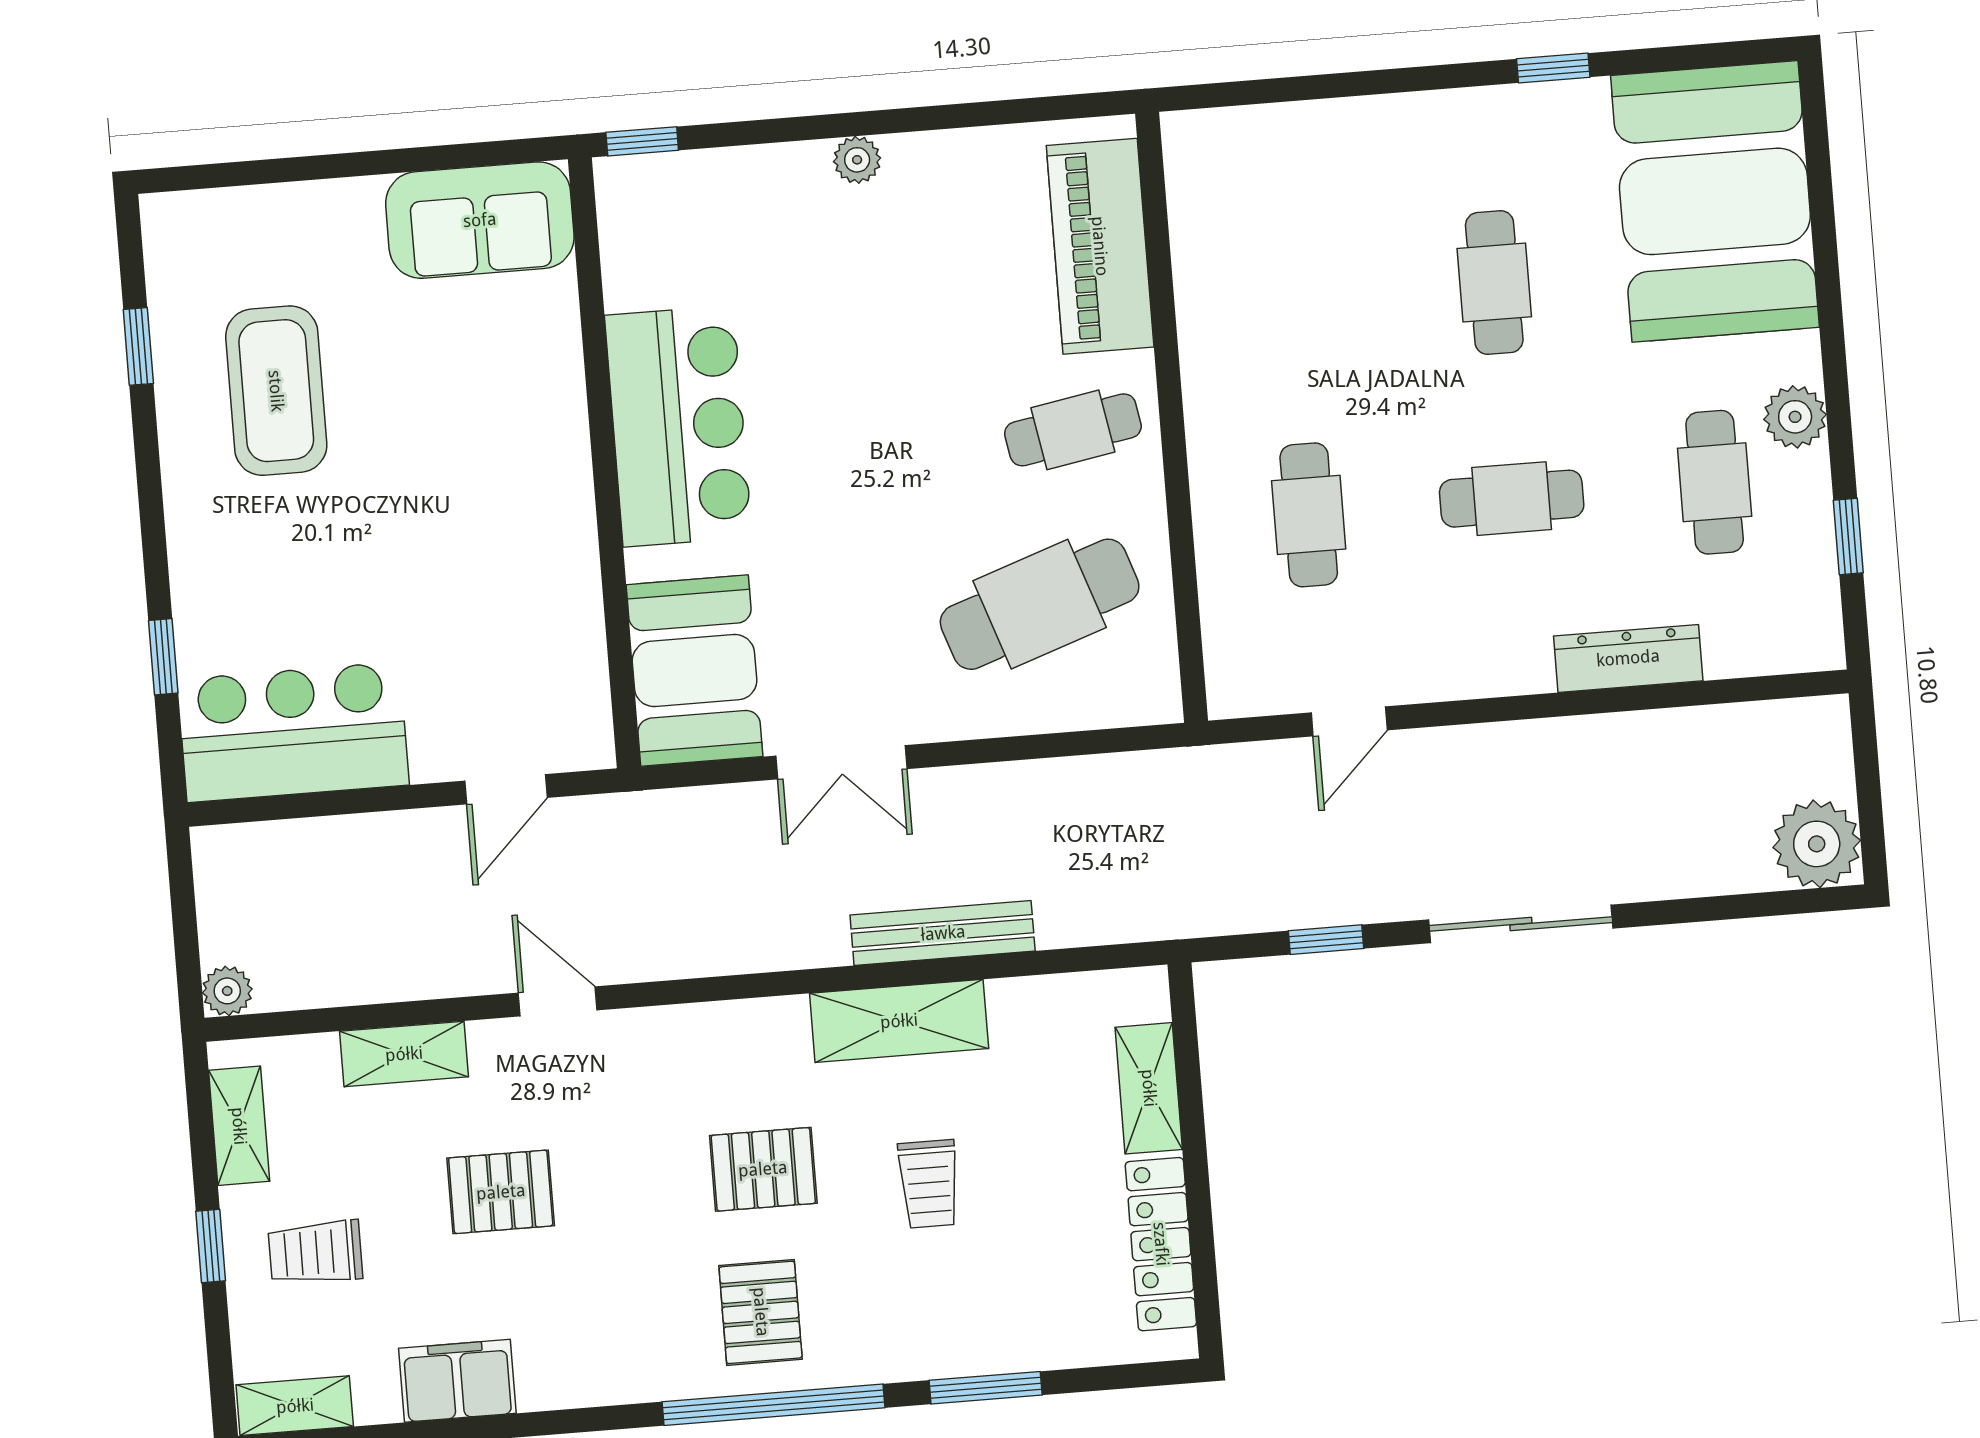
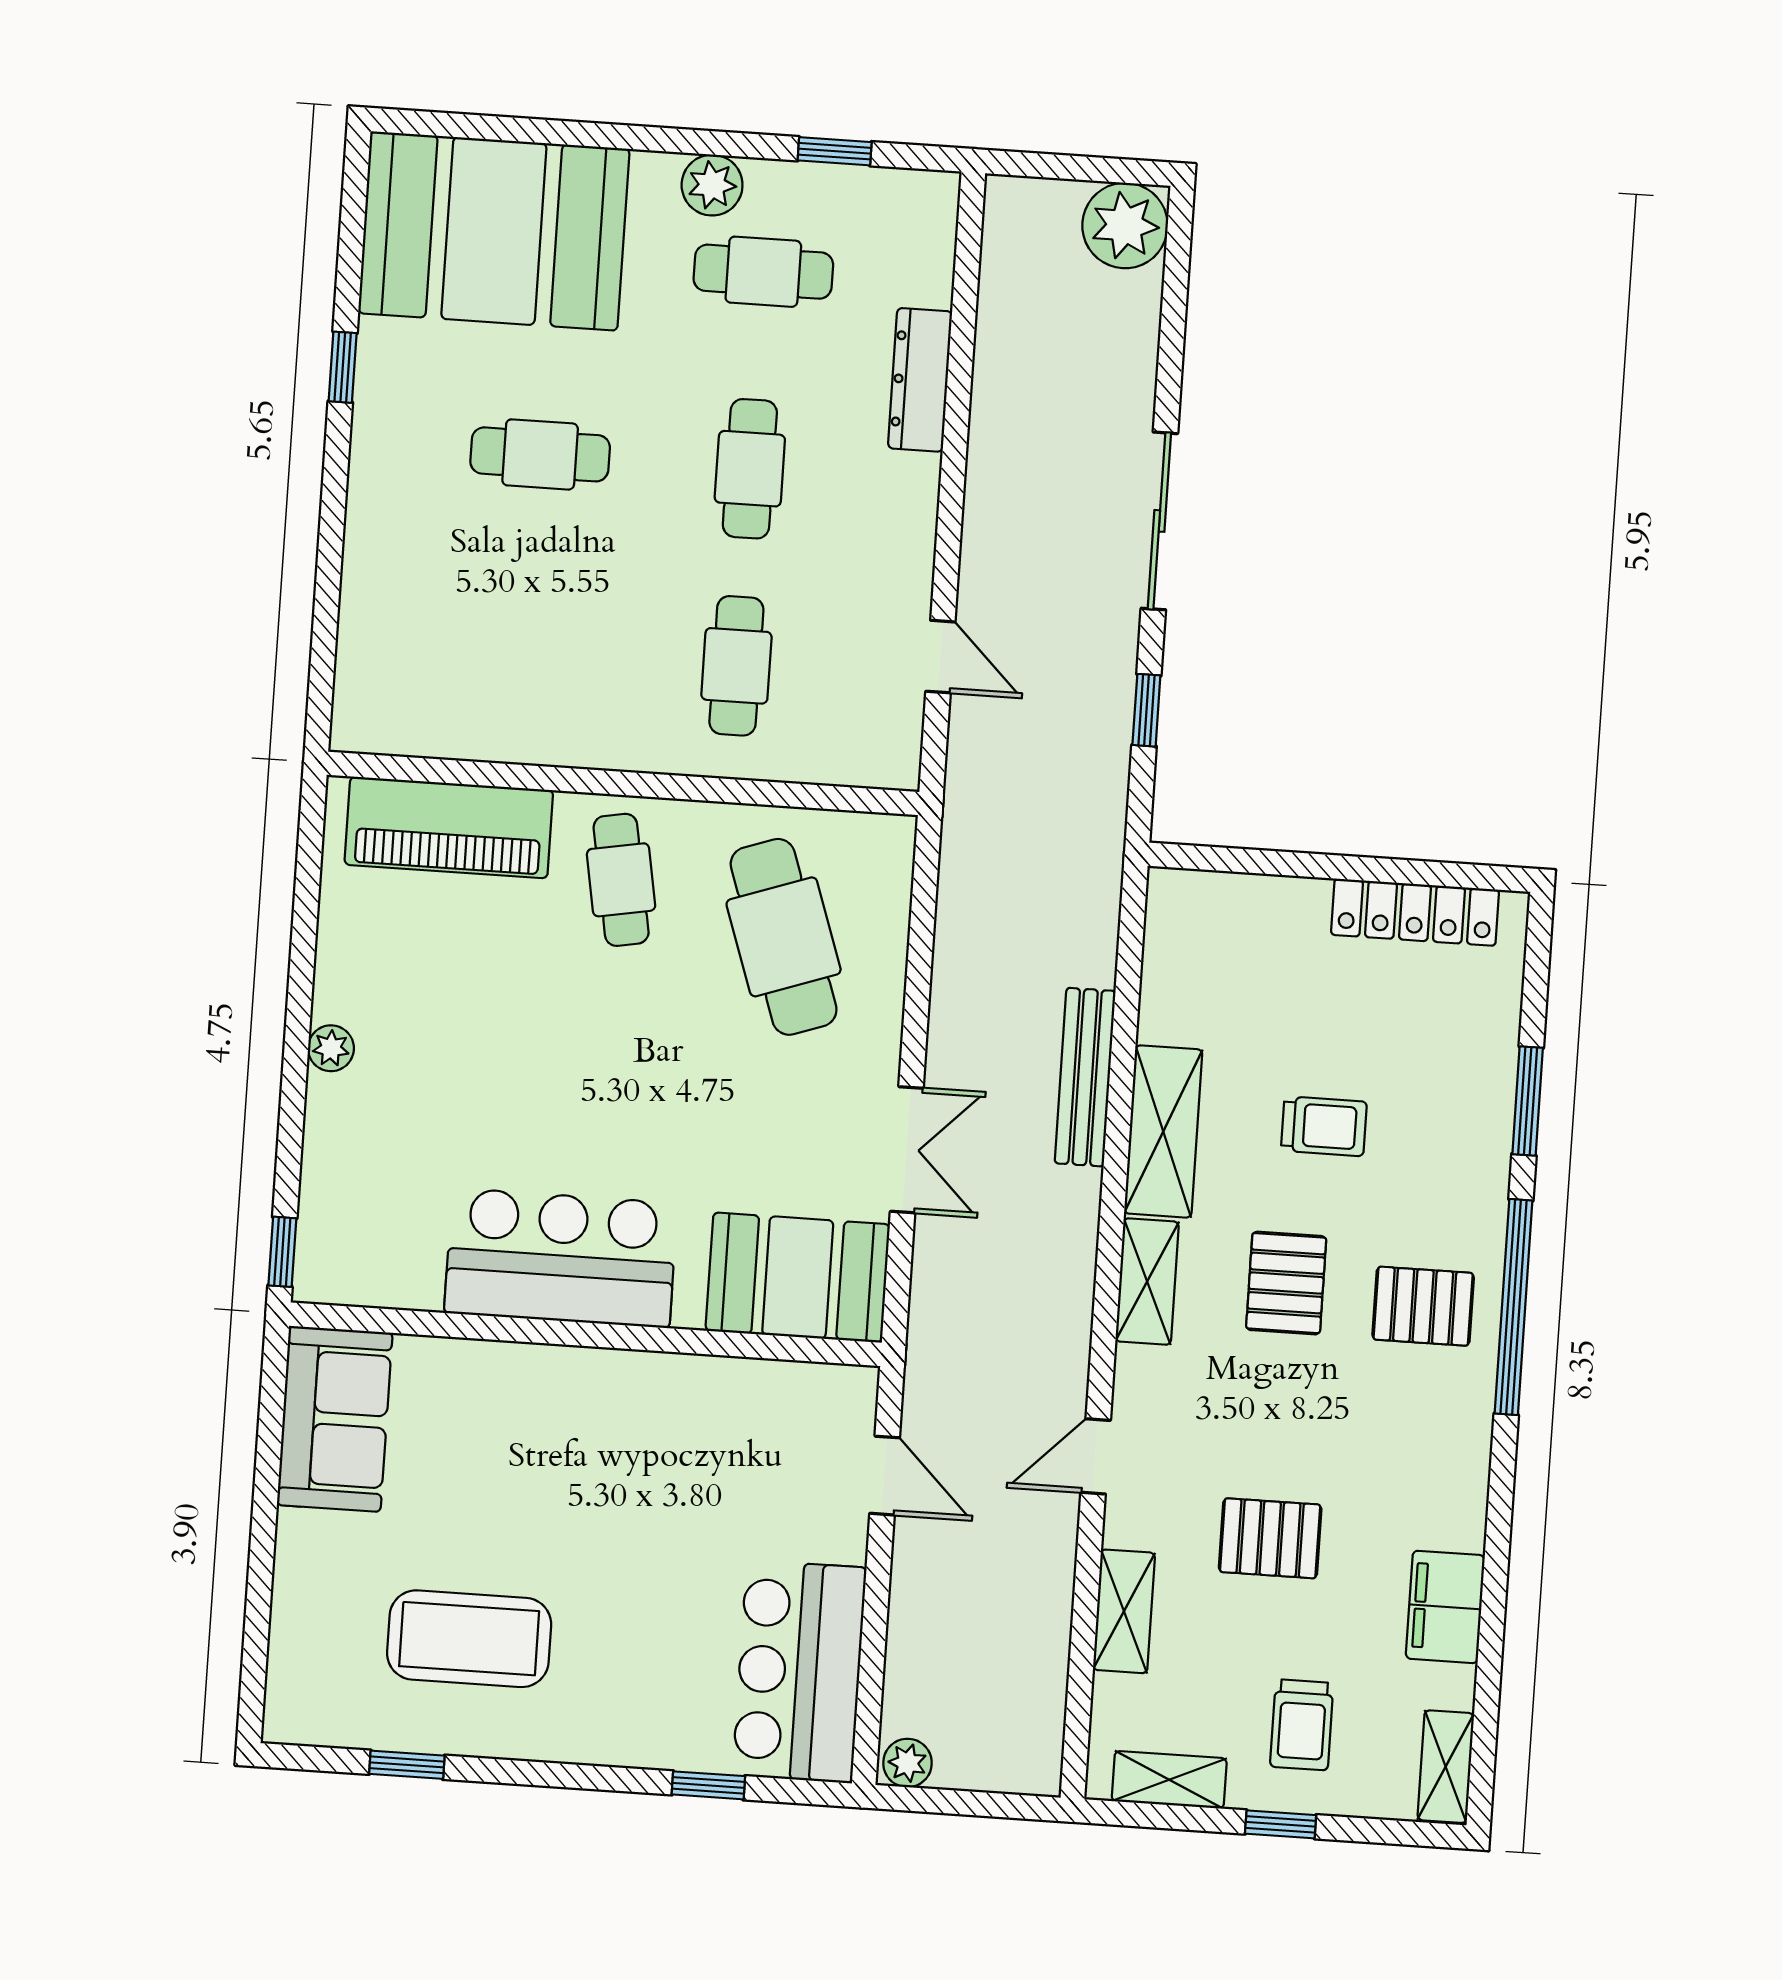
cafe table: (1309, 515) -> (736, 666), turned 90
plant: (227, 991) -> (908, 1763), moved
shelving: (1149, 1088) -> (1147, 1282), moved, turned 90
pallet: (501, 1192) -> (1270, 1538), turned 90

